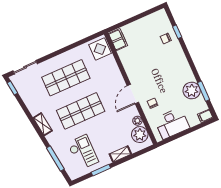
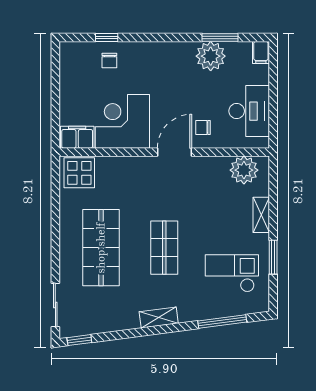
corner desk: (137, 59) -> (122, 121), added
door: (133, 94) -> (175, 152), swing flipped
shop shelf: (81, 111) -> (164, 248), width x0.70, depth x0.74
plant: (137, 121) -> (220, 164), removed

